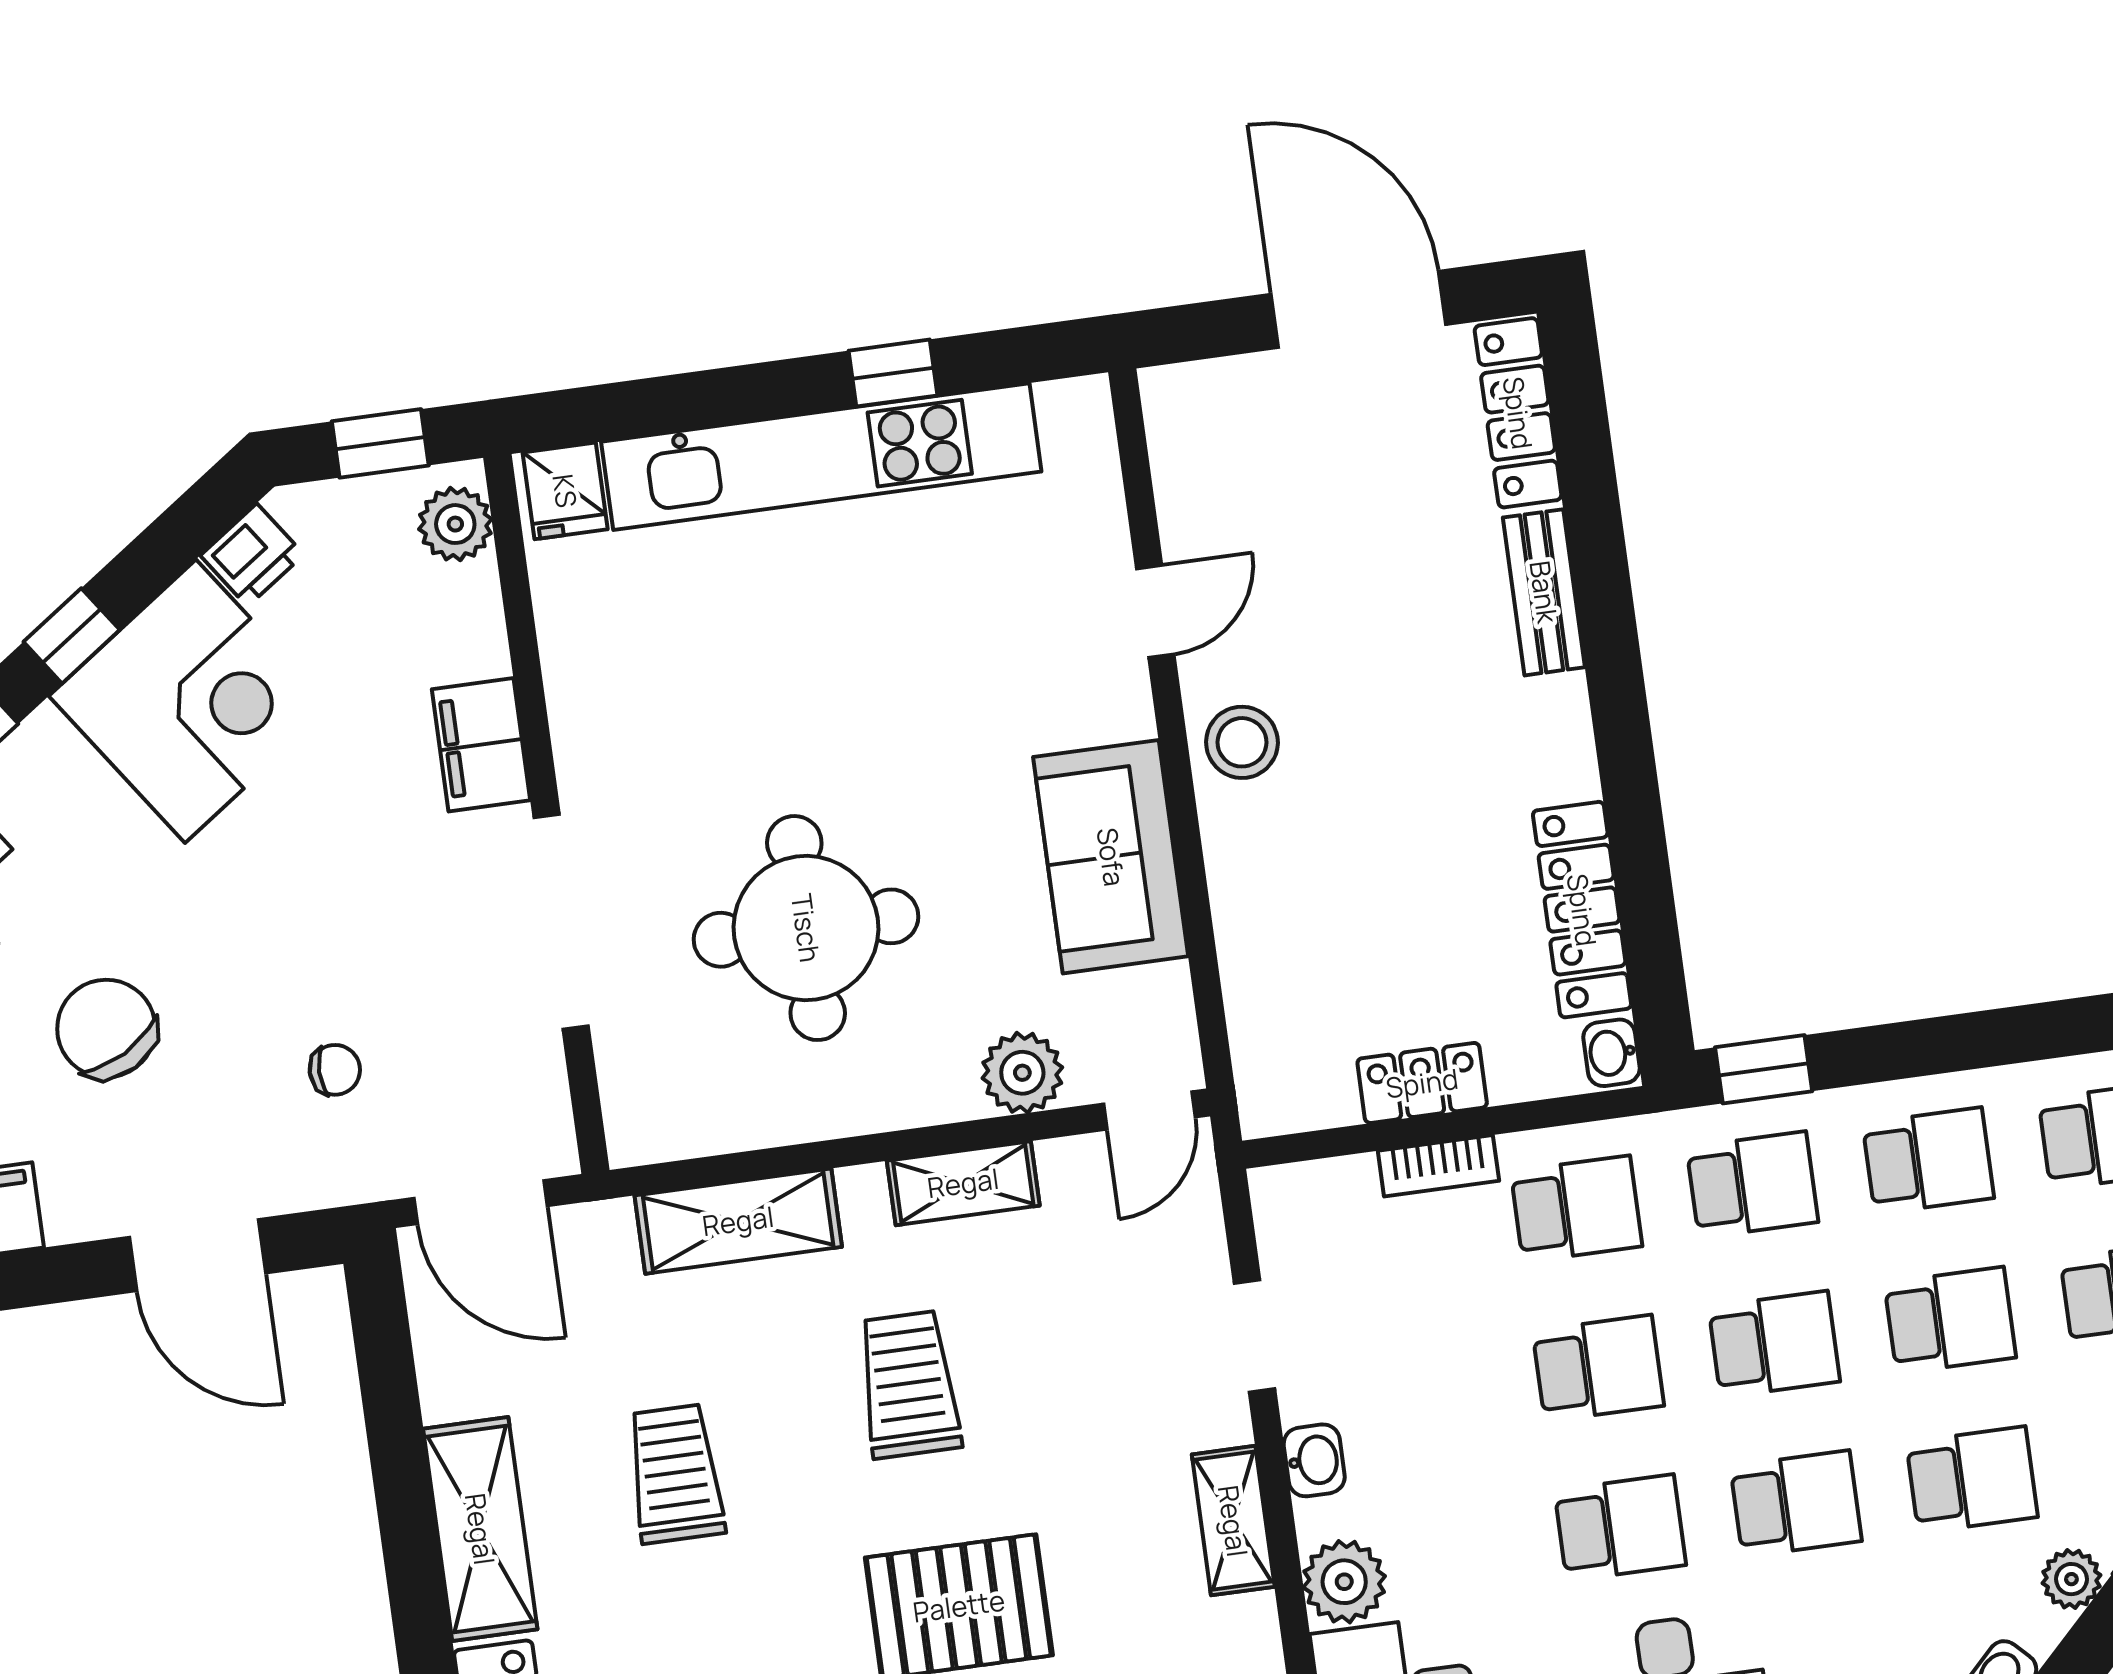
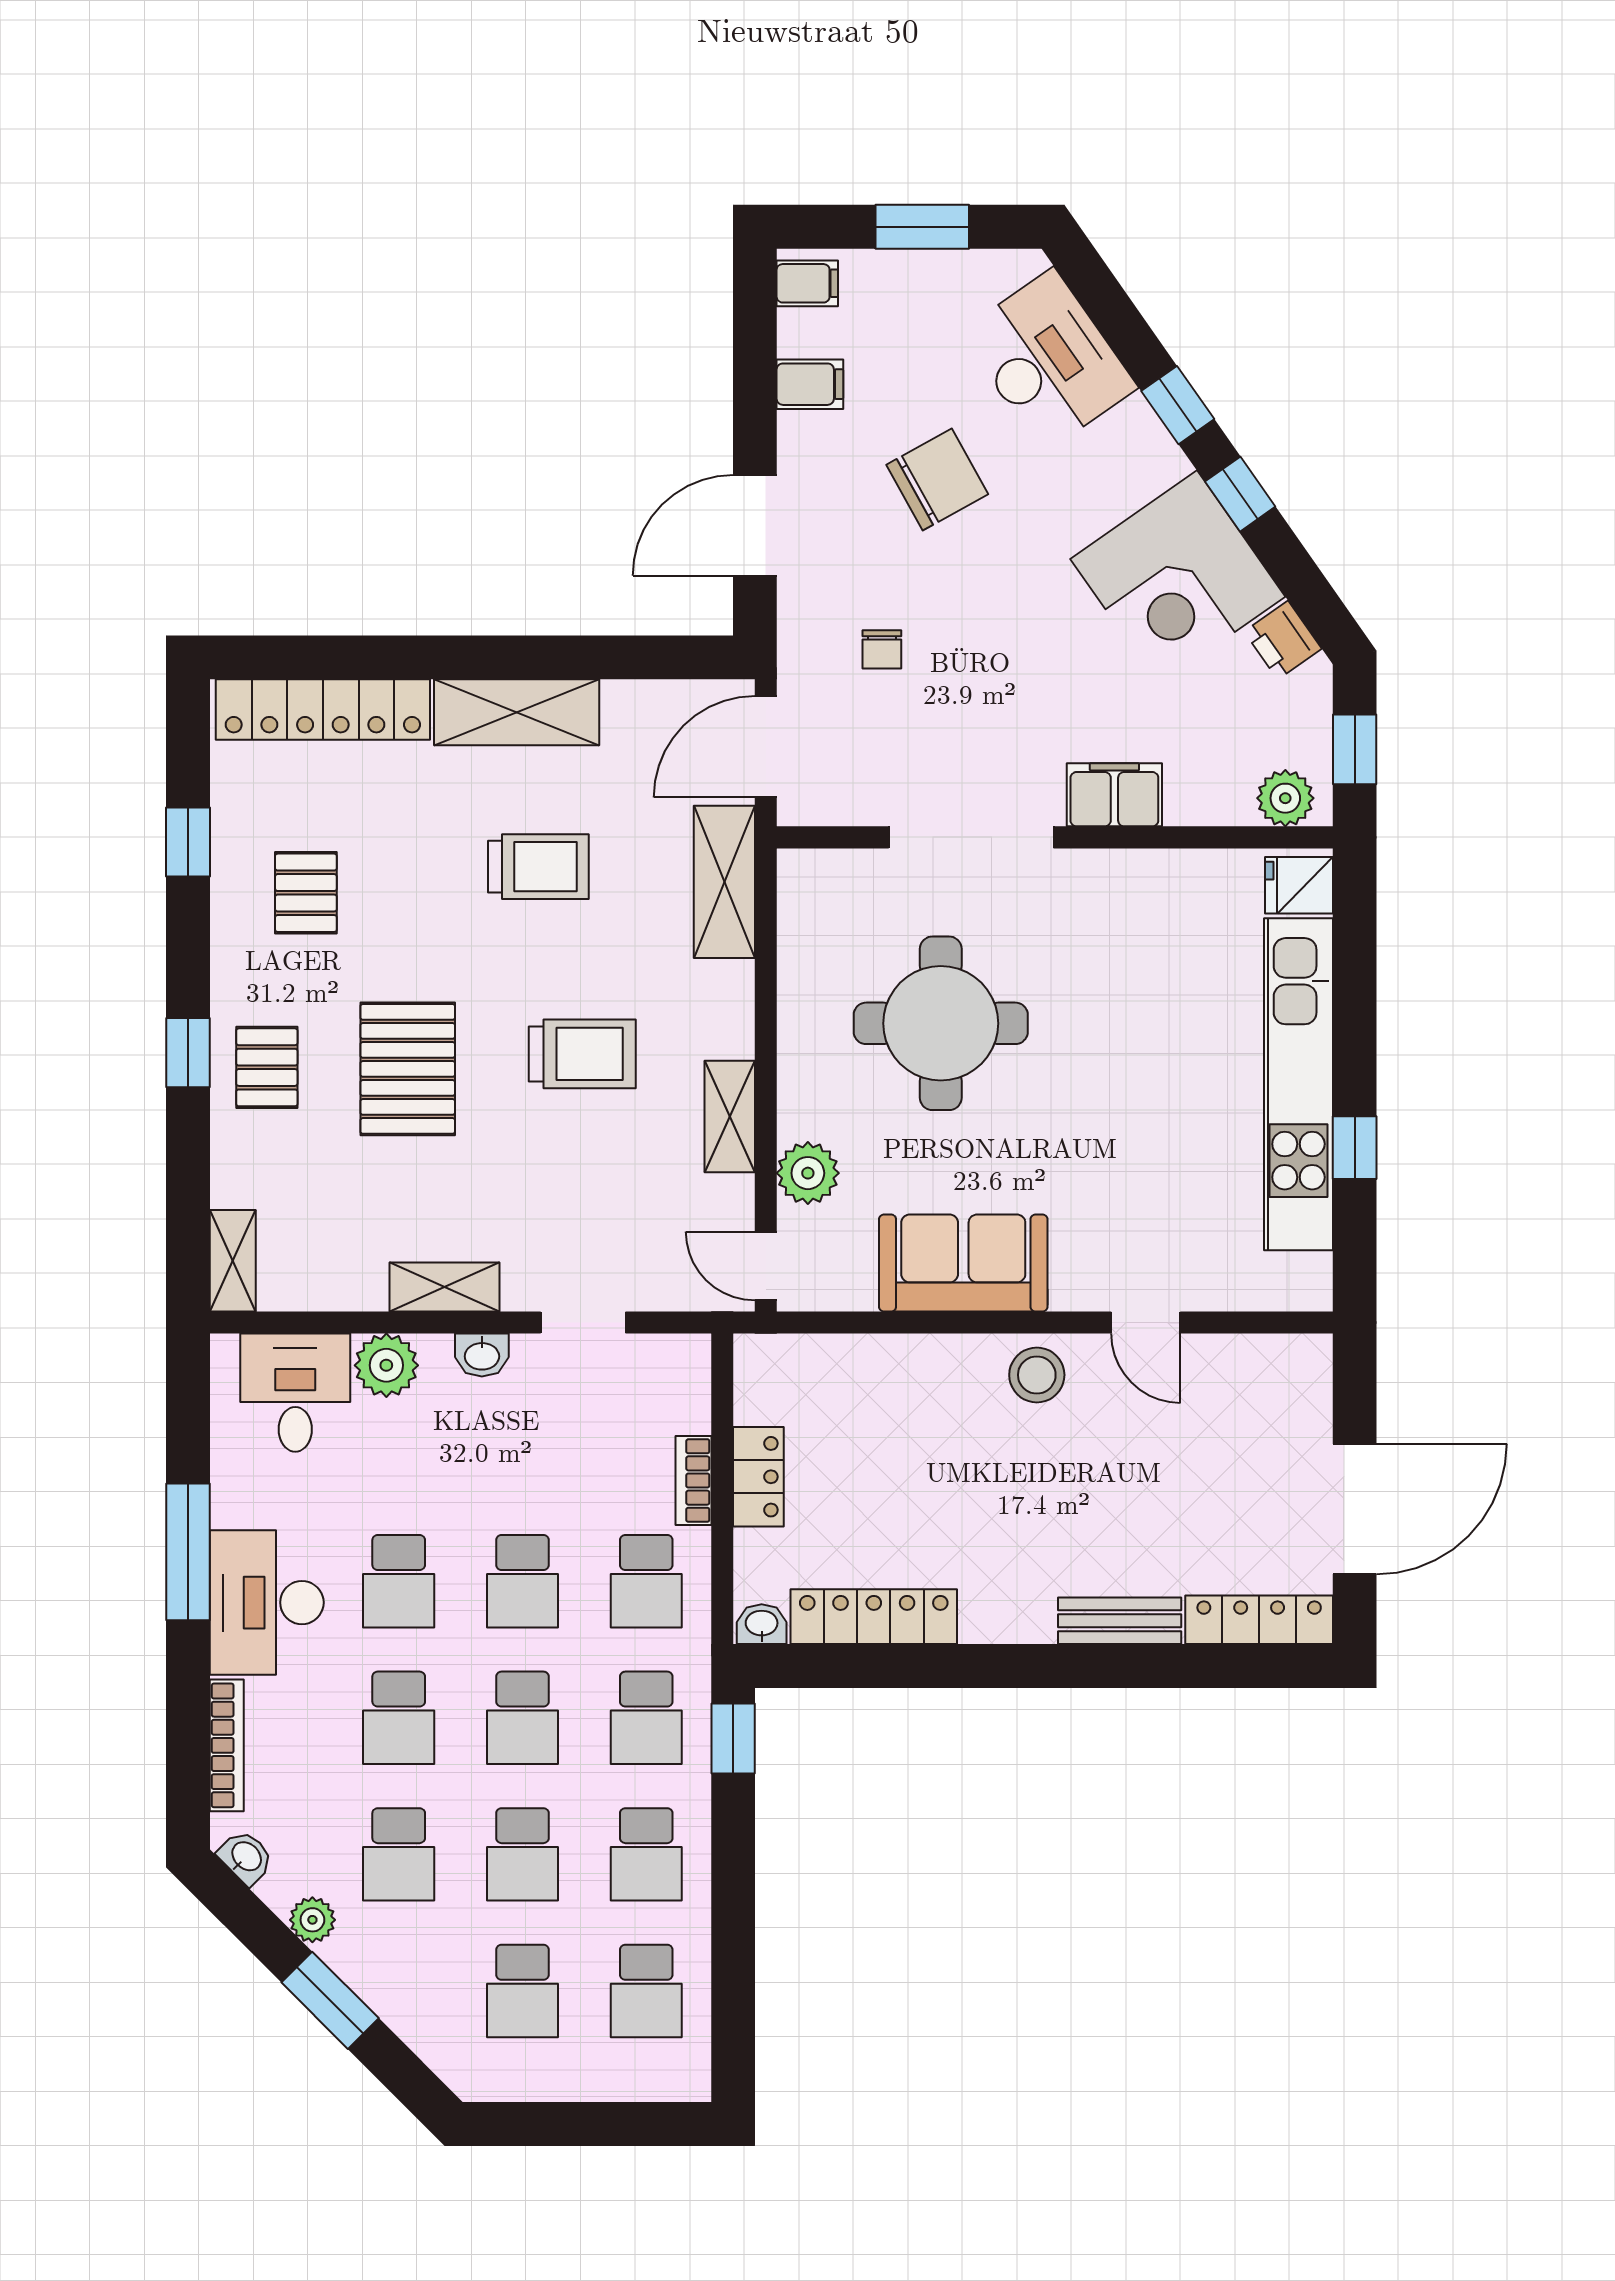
shelving: (738, 1221) -> (724, 882), moved

